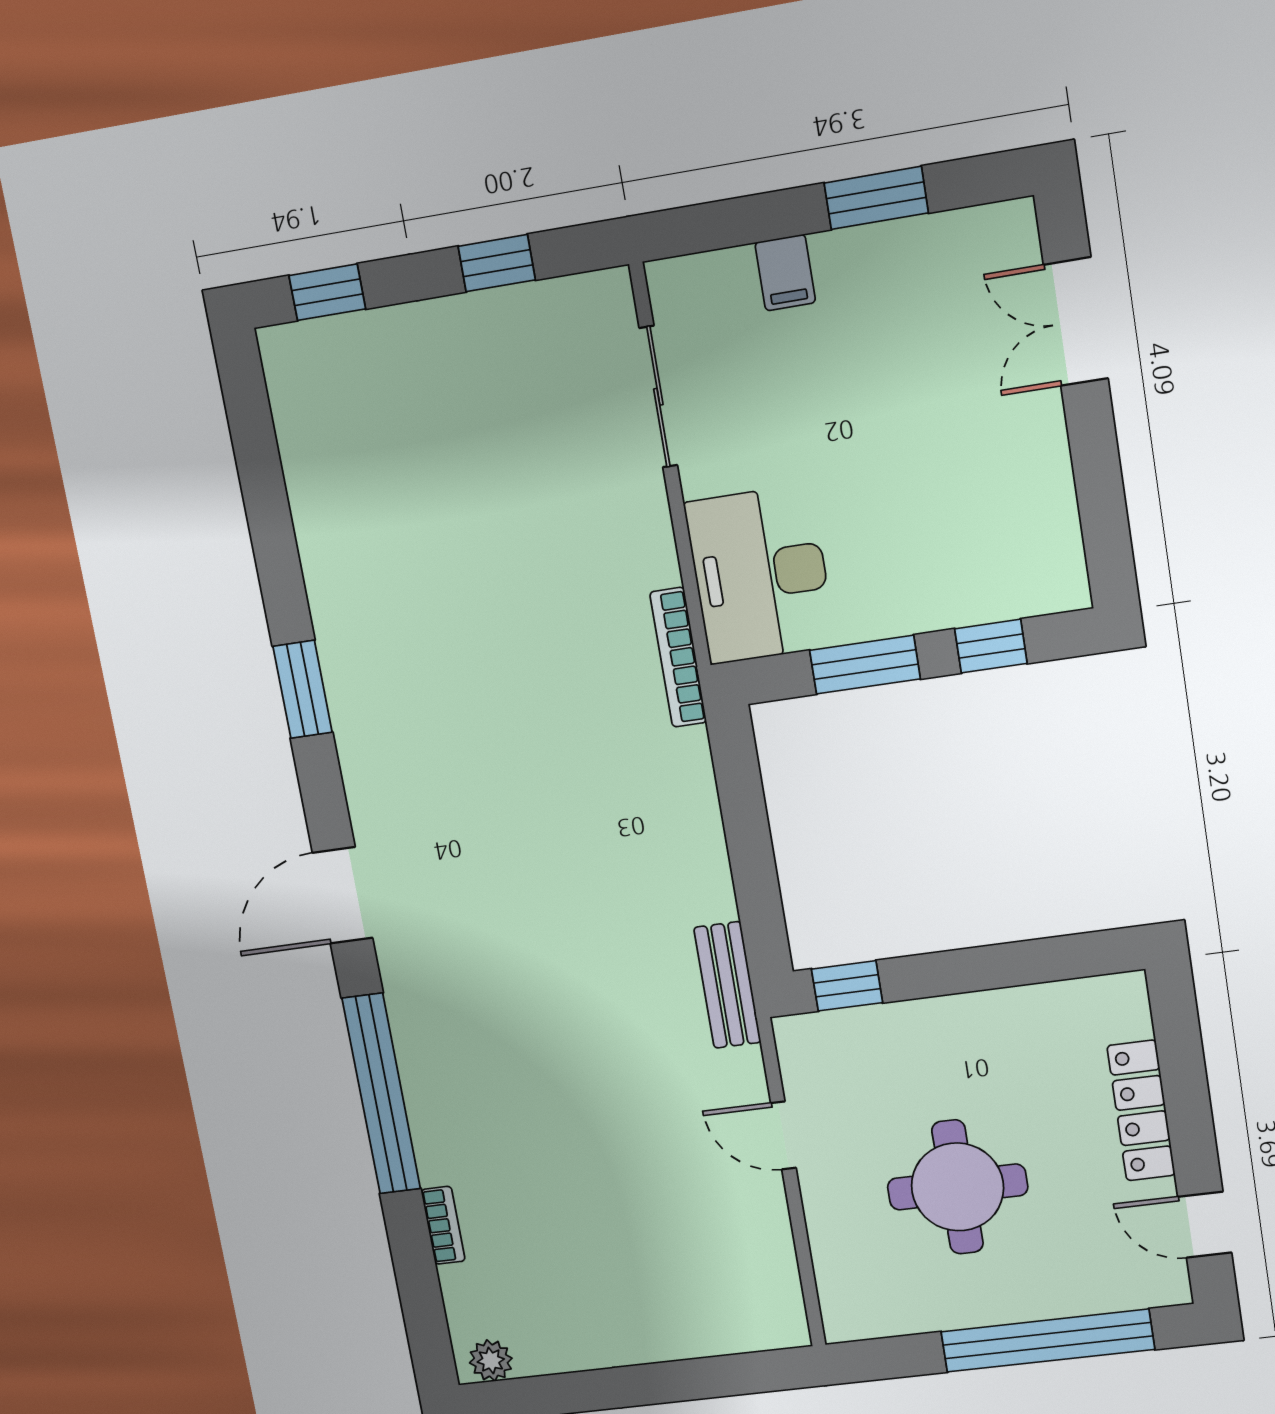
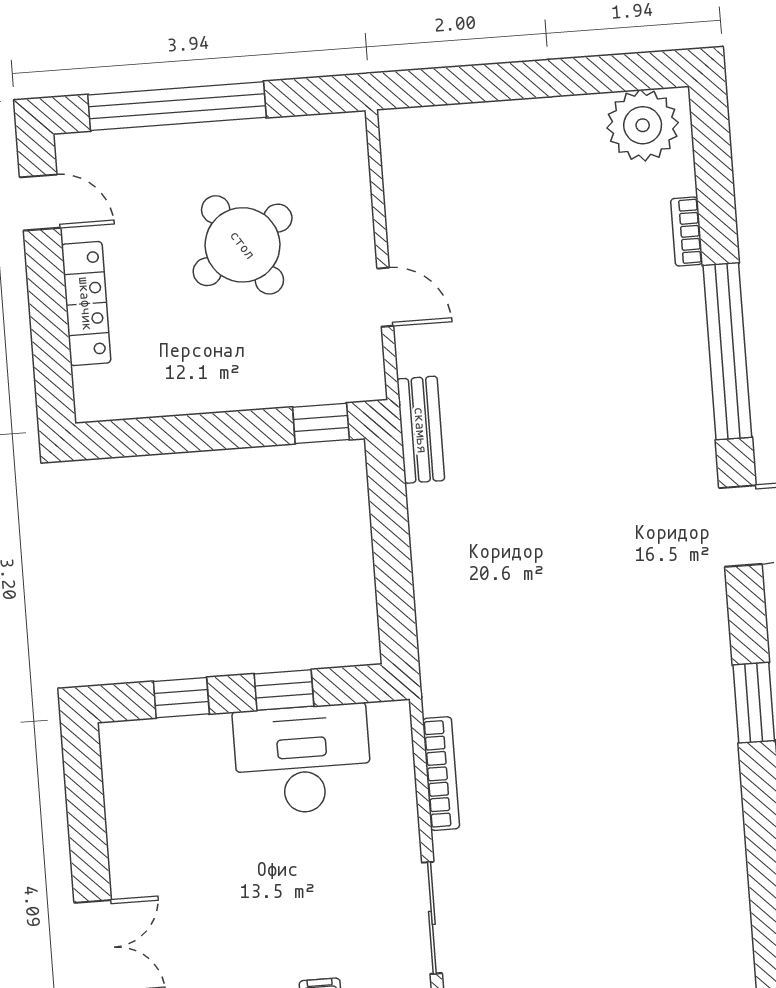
desk: (760, 575) -> (303, 759), moved, turned -90
bookcase: (678, 657) -> (441, 774), moved
window: (865, 665) -> (284, 690), width x0.67
round table: (958, 1187) -> (243, 245), turned -33
plant: (491, 1361) -> (643, 125), width x1.88, depth x1.88

